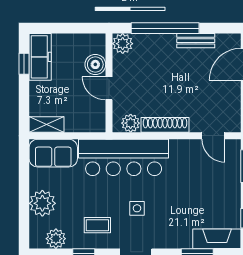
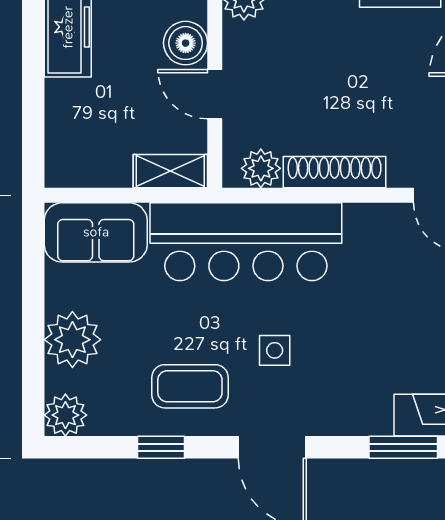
window: (24, 64) -> (33, 42), removed
shelving: (47, 124) -> (170, 171), moved
coffee table: (97, 225) -> (190, 386), width x1.36, depth x1.30
plant: (56, 239) -> (65, 415), moved

